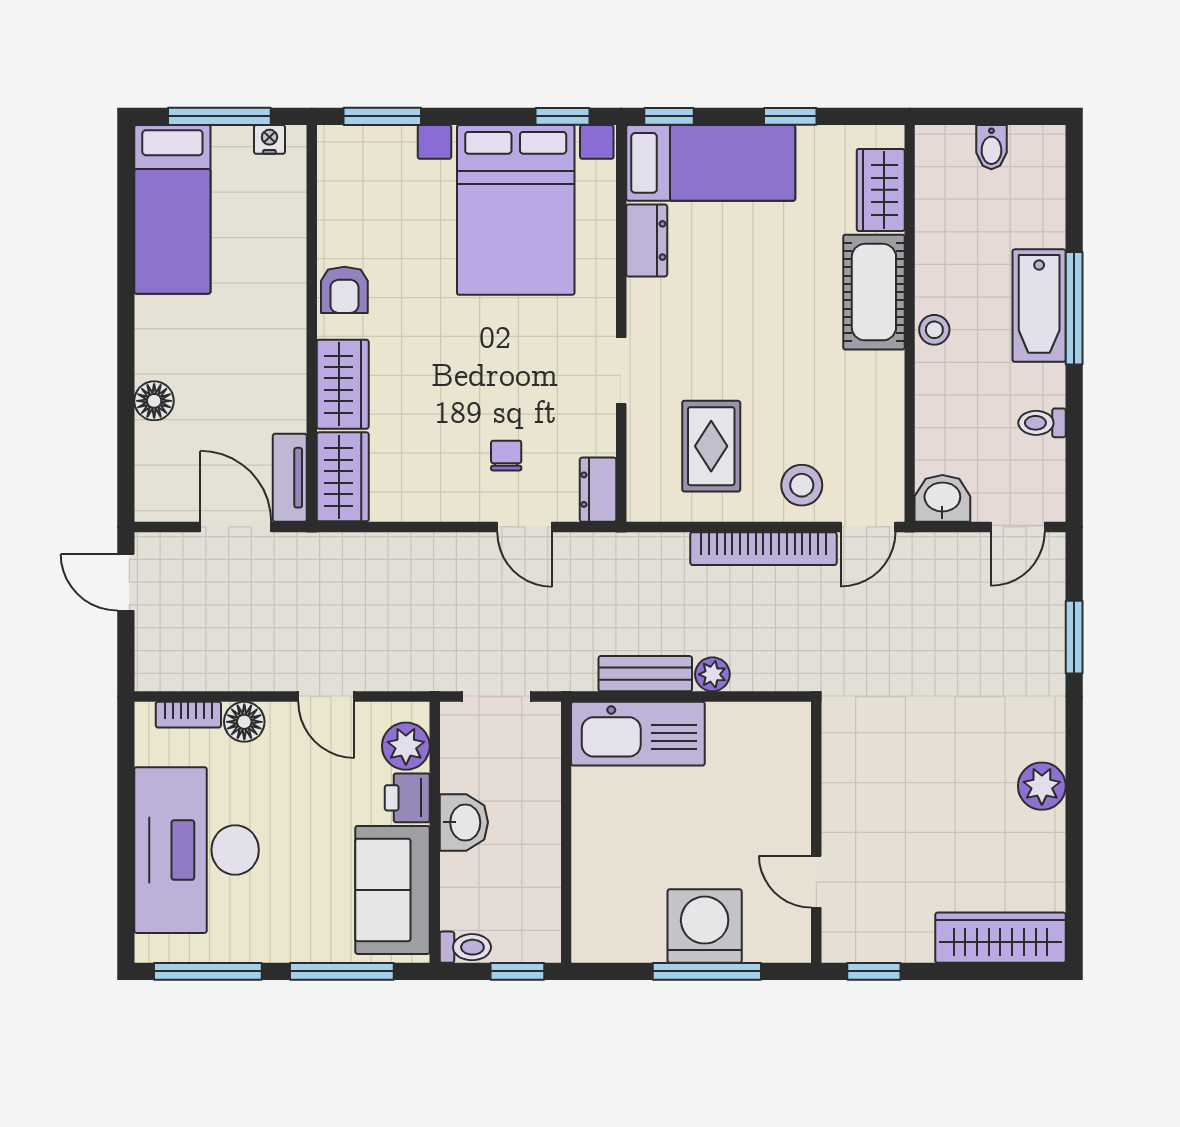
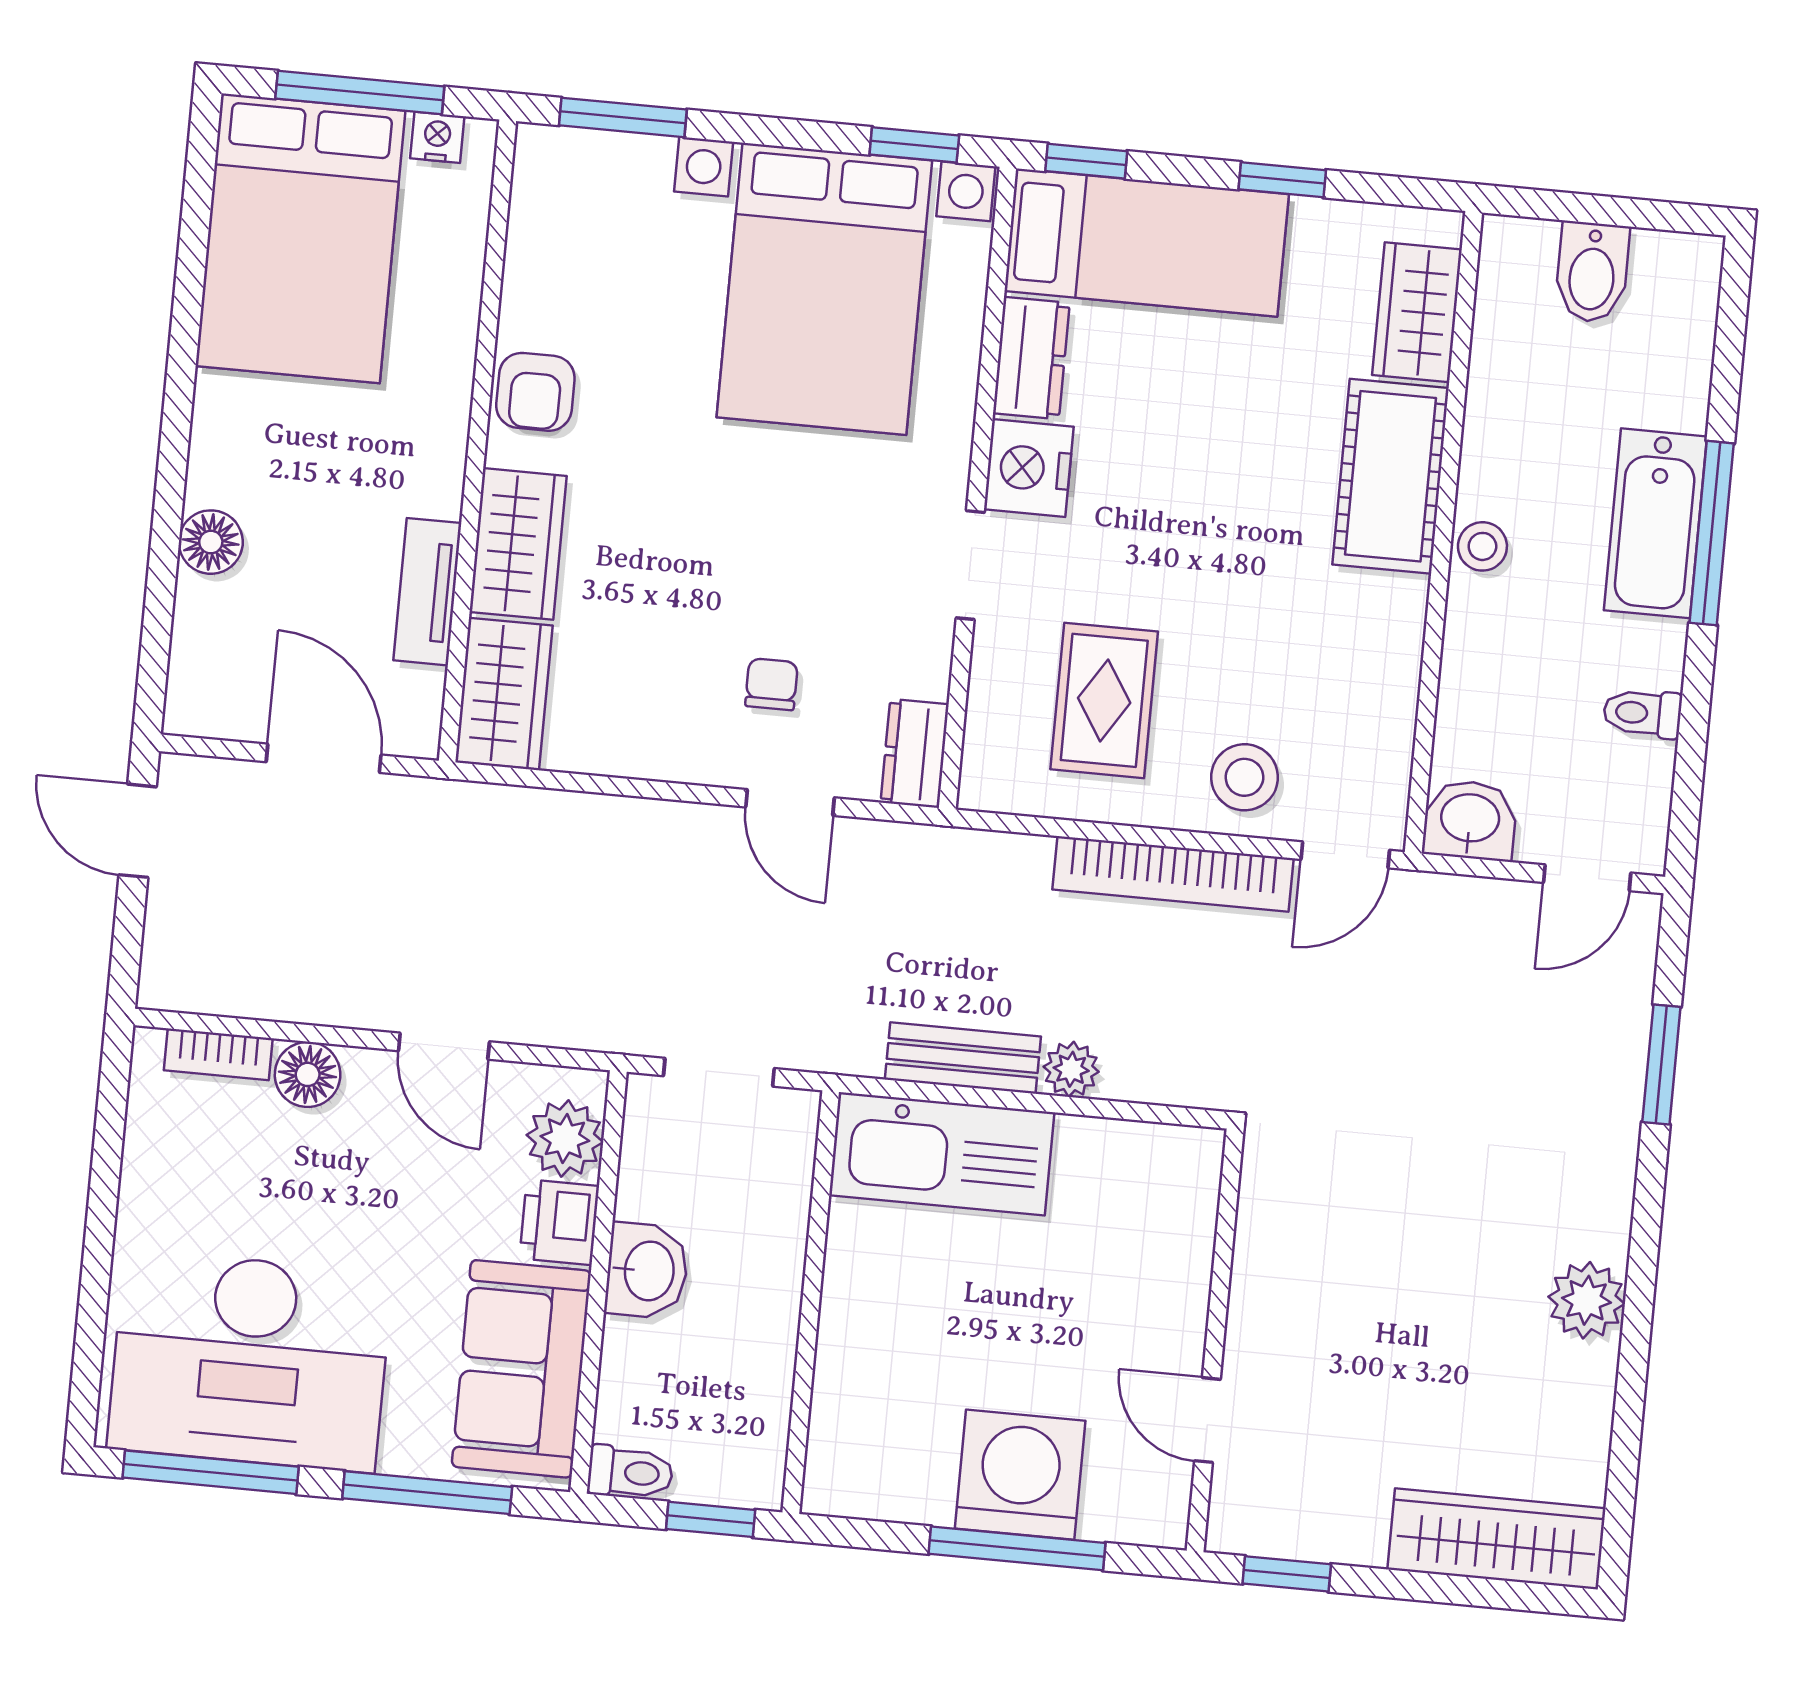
bidet: (991, 147) -> (1592, 272), width x1.38, depth x1.36
bed: (172, 209) -> (300, 238), width x1.50
nightstand: (651, 308) -> (1029, 468), added
tv unit: (290, 478) -> (427, 592), moved
desk: (197, 850) -> (250, 1361), moved, turned -90

